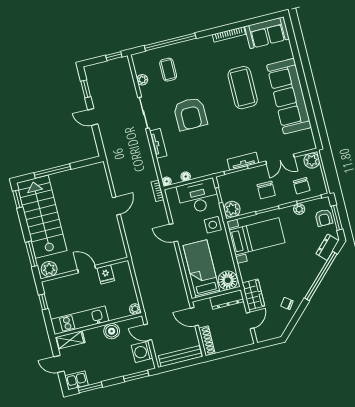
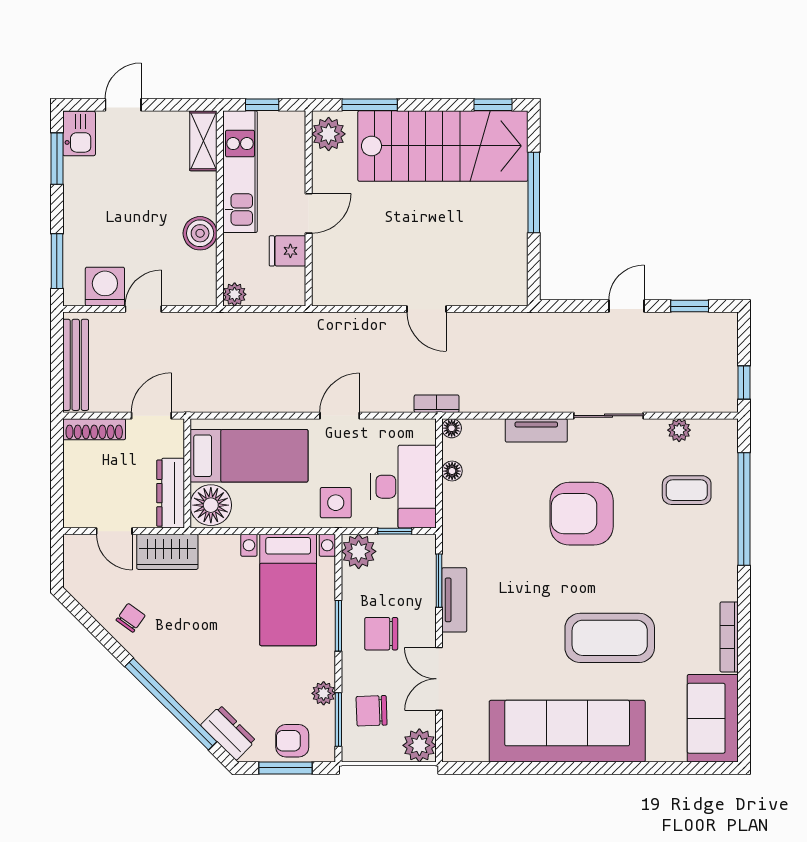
plant: (135, 309) -> (235, 294), moved
kitchen unit: (80, 320) -> (240, 172), moved
wall: (98, 325) -> (220, 208), moved
boiler: (112, 331) -> (200, 233), moved
shelving: (70, 340) -> (203, 141), moved

